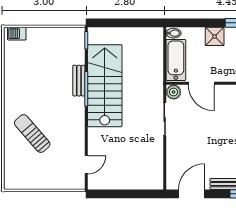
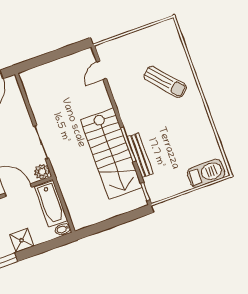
barbecue: (17, 34) -> (206, 173), width x1.88, depth x1.53
bench: (79, 81) -> (140, 155), width x1.36

